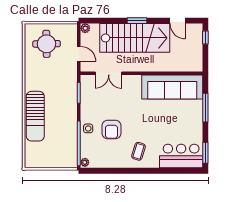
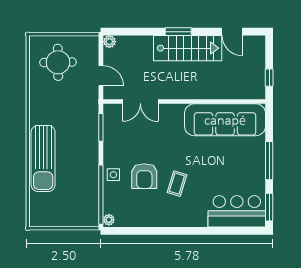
window: (205, 37) -> (269, 78), moved
stairs: (135, 38) -> (188, 48), width x0.73, depth x0.66
window: (205, 108) -> (269, 161), moved
coffee table: (138, 151) -> (177, 184), moved

